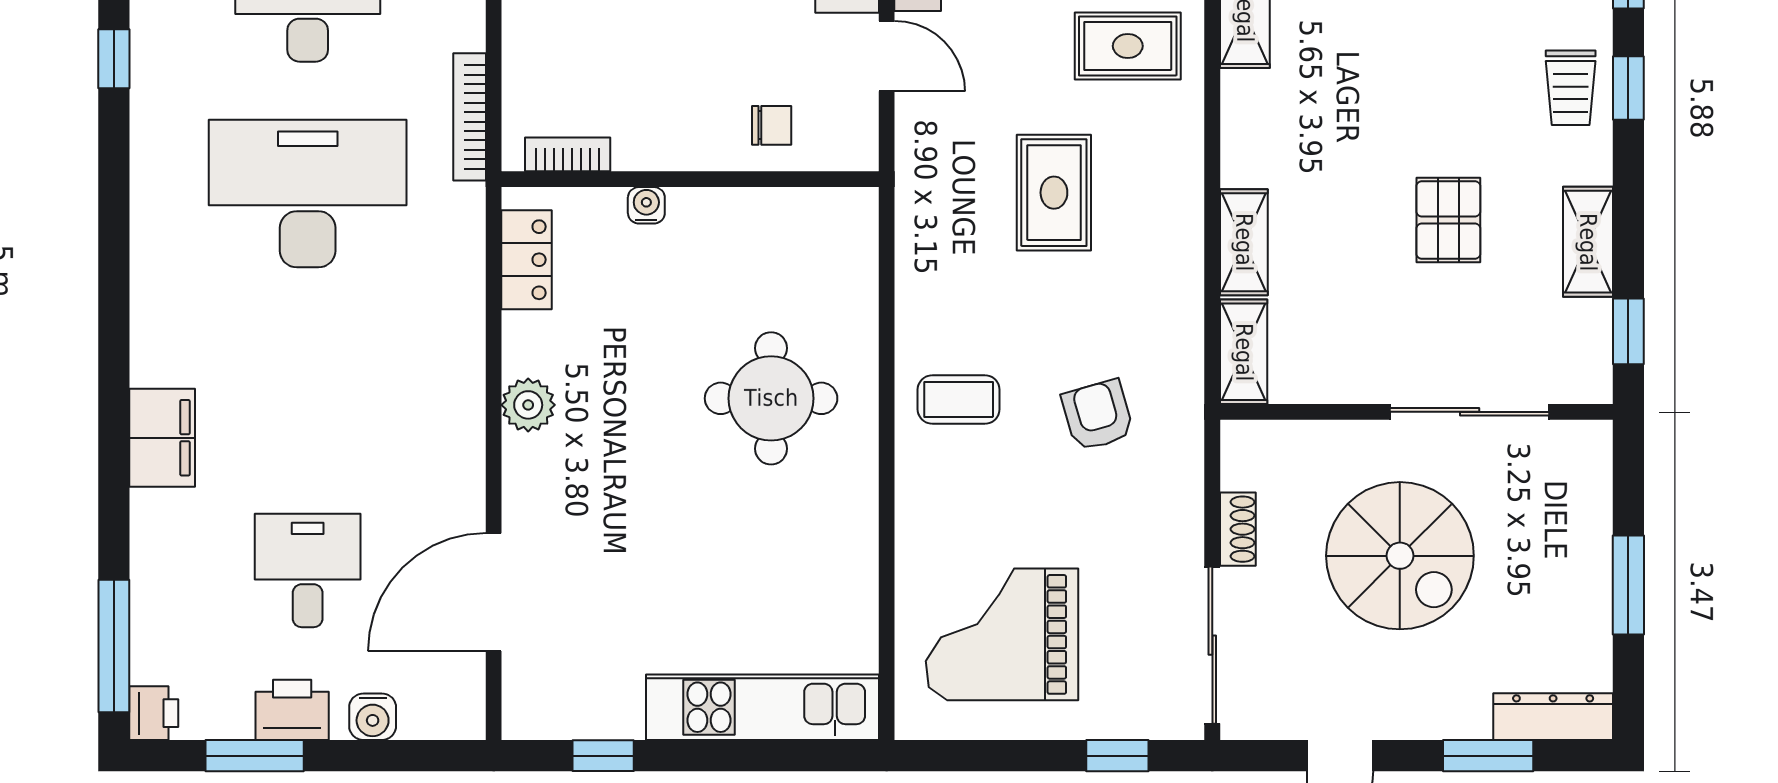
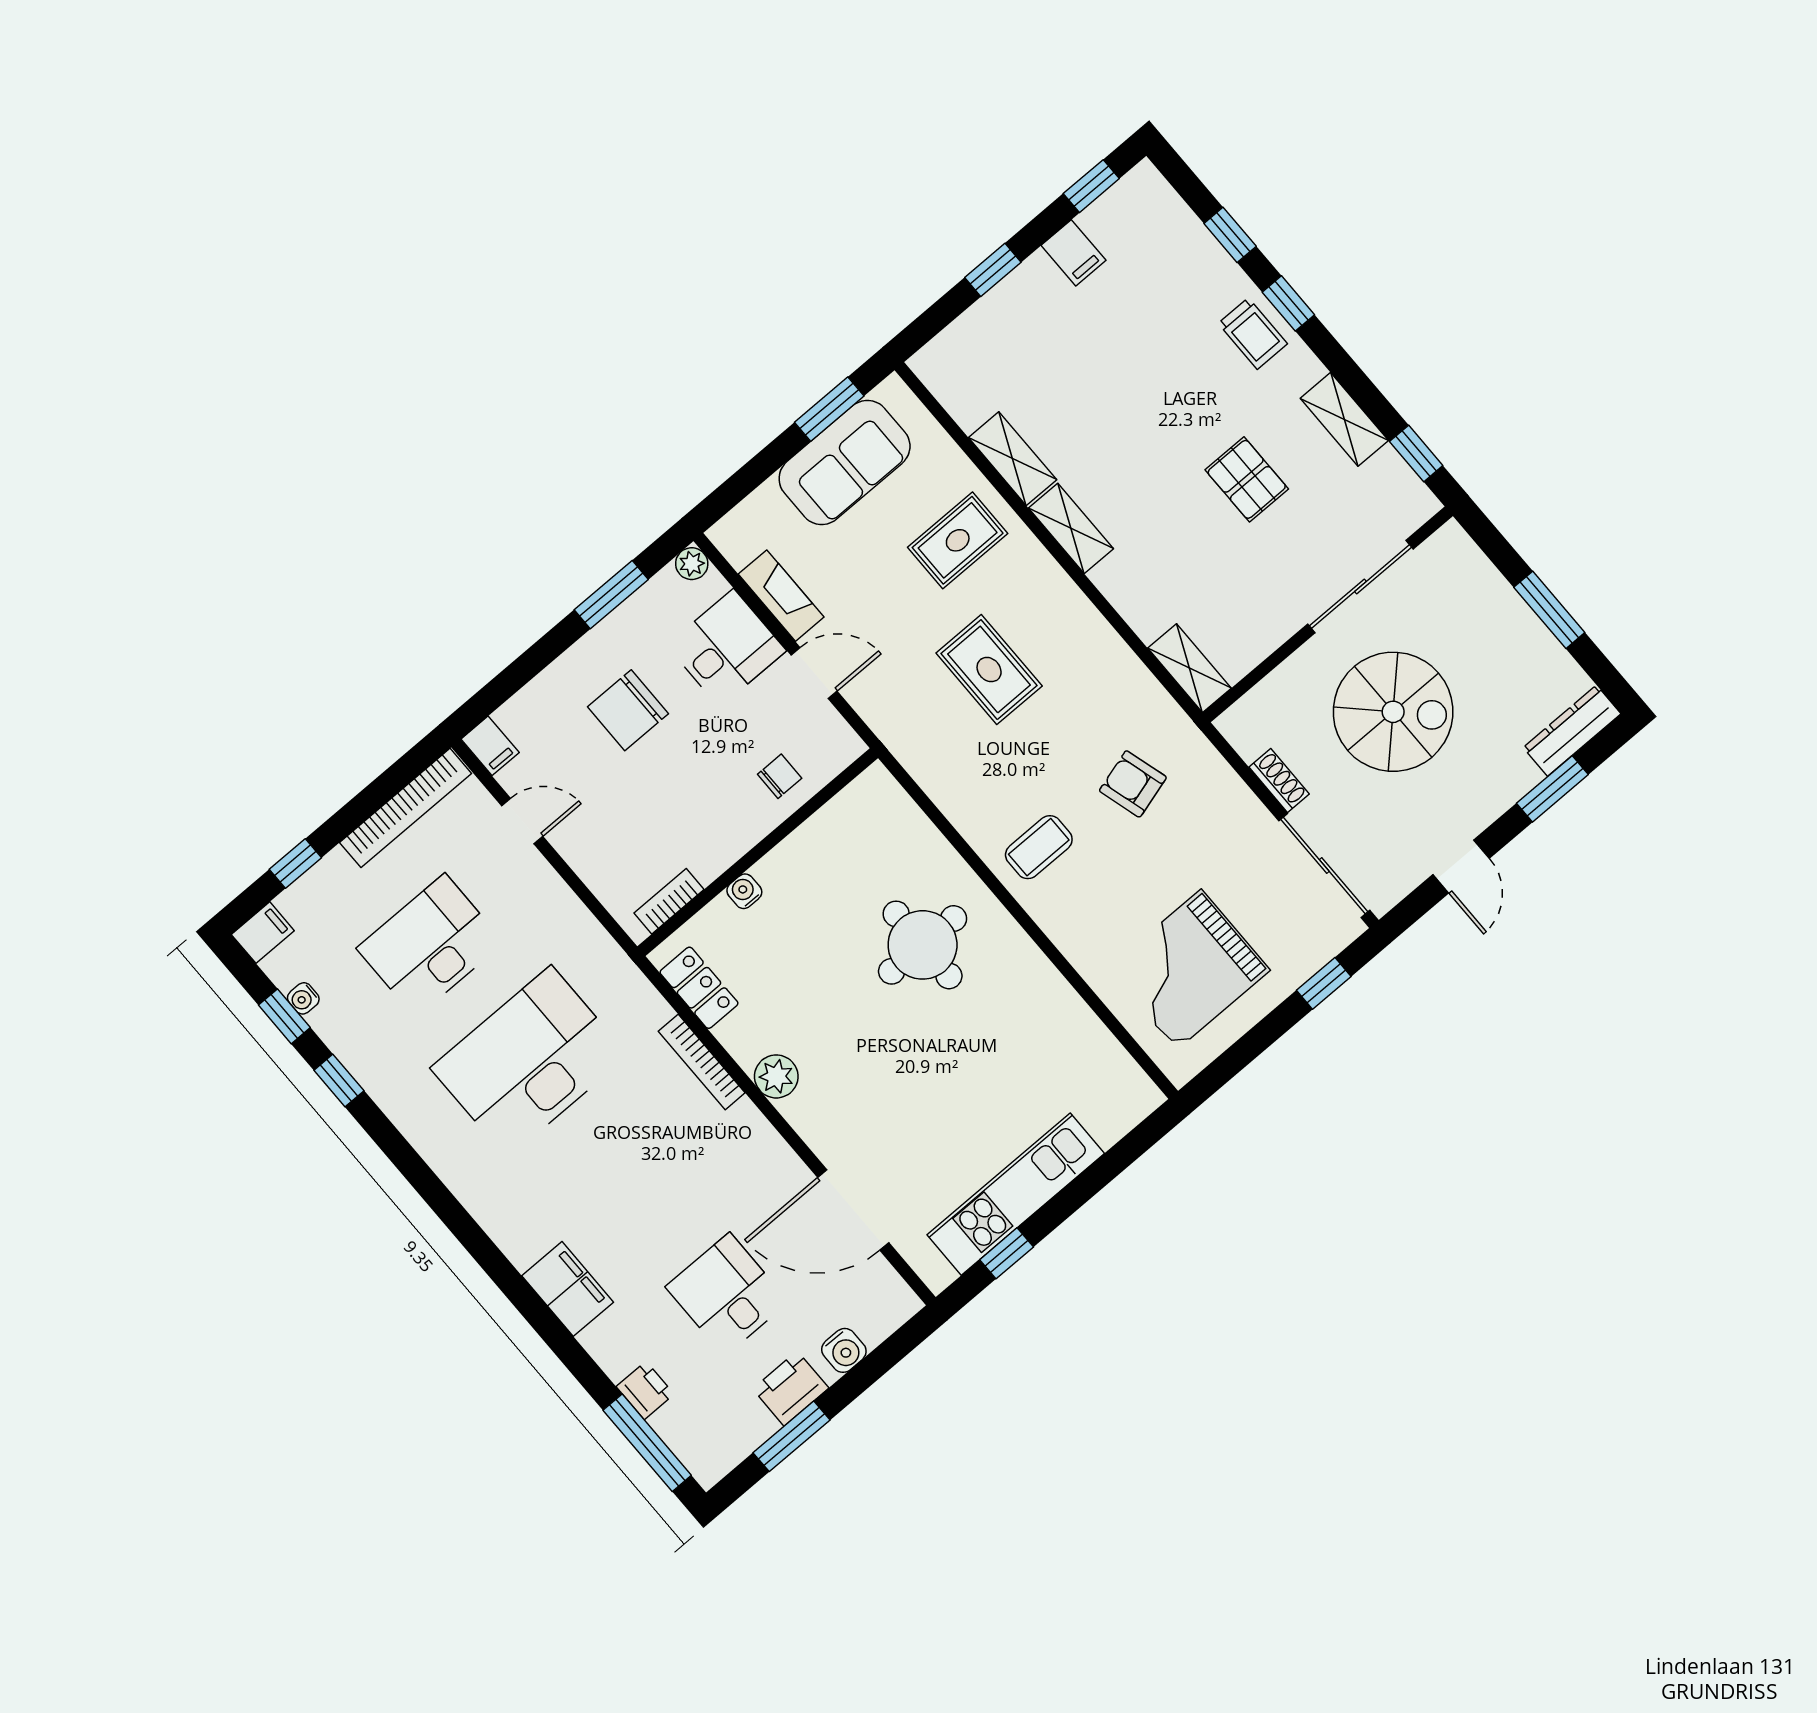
bookcase: (470, 117) -> (702, 1062), moved
shelving: (1244, 242) -> (1071, 528), moved
door: (494, 592) -> (853, 1210), hinge flipped
kitchen unit: (762, 707) -> (1016, 1194), moved
printer: (154, 713) -> (645, 1390), moved

